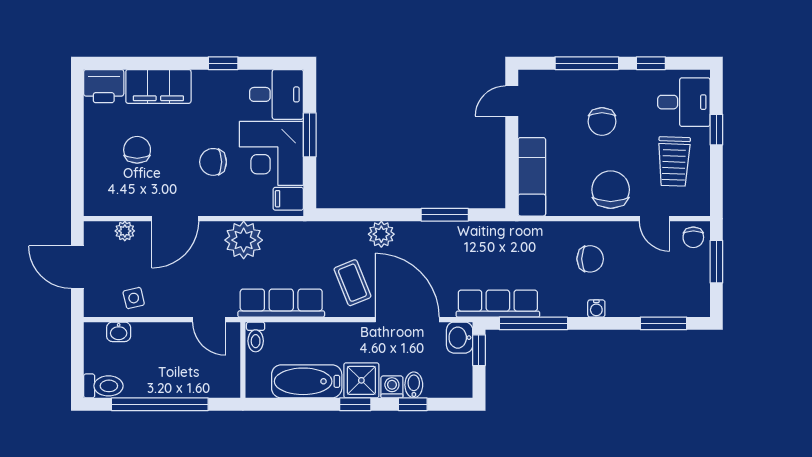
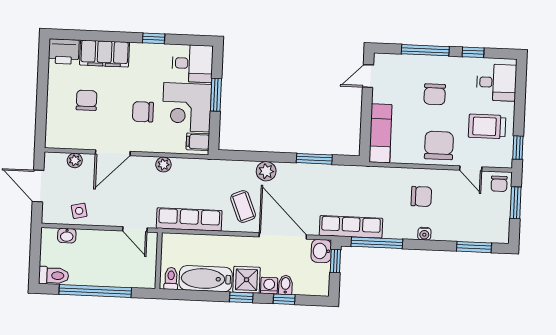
window: (716, 130) -> (518, 148), moved
trolley: (674, 161) -> (487, 126), turned 88
plant: (244, 240) -> (163, 164), width x0.53, depth x0.53
toilet: (256, 337) -> (171, 278), moved, turned 180

